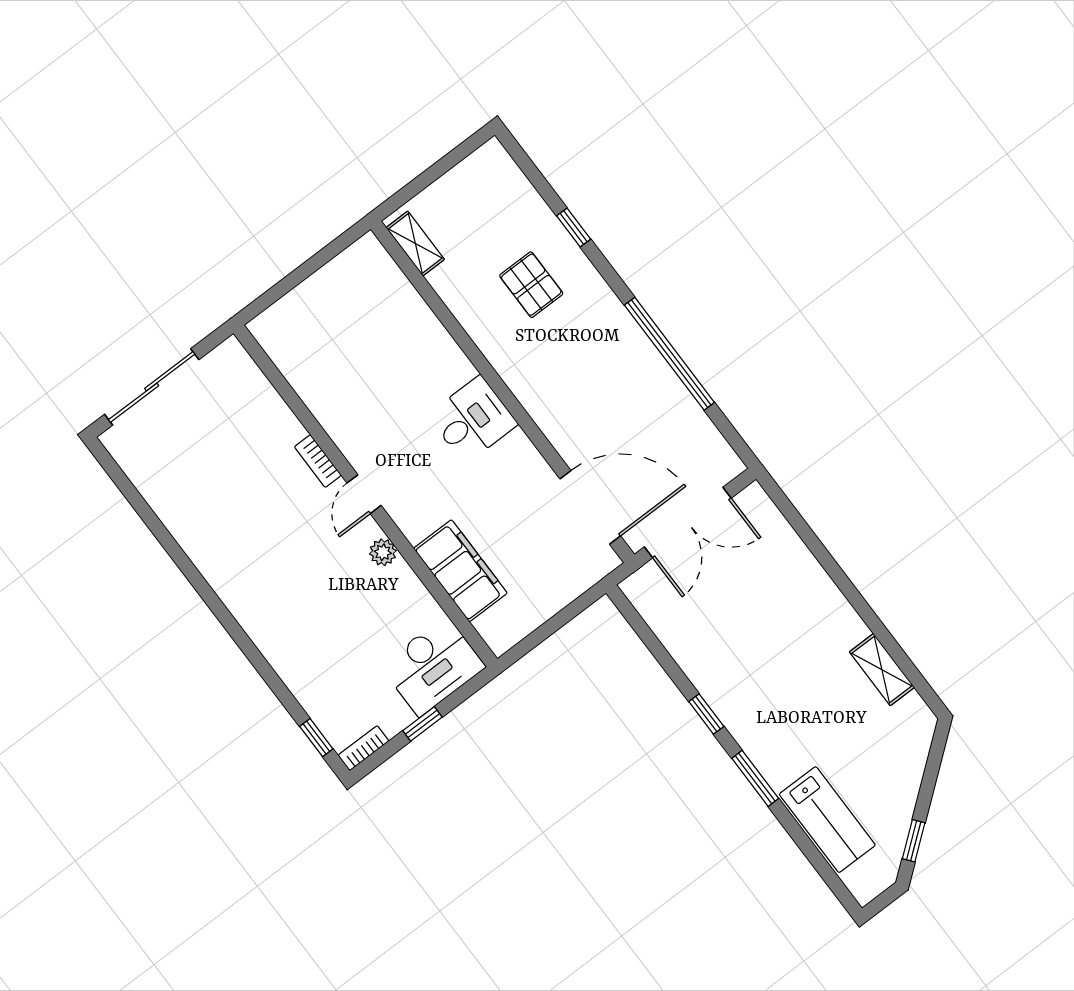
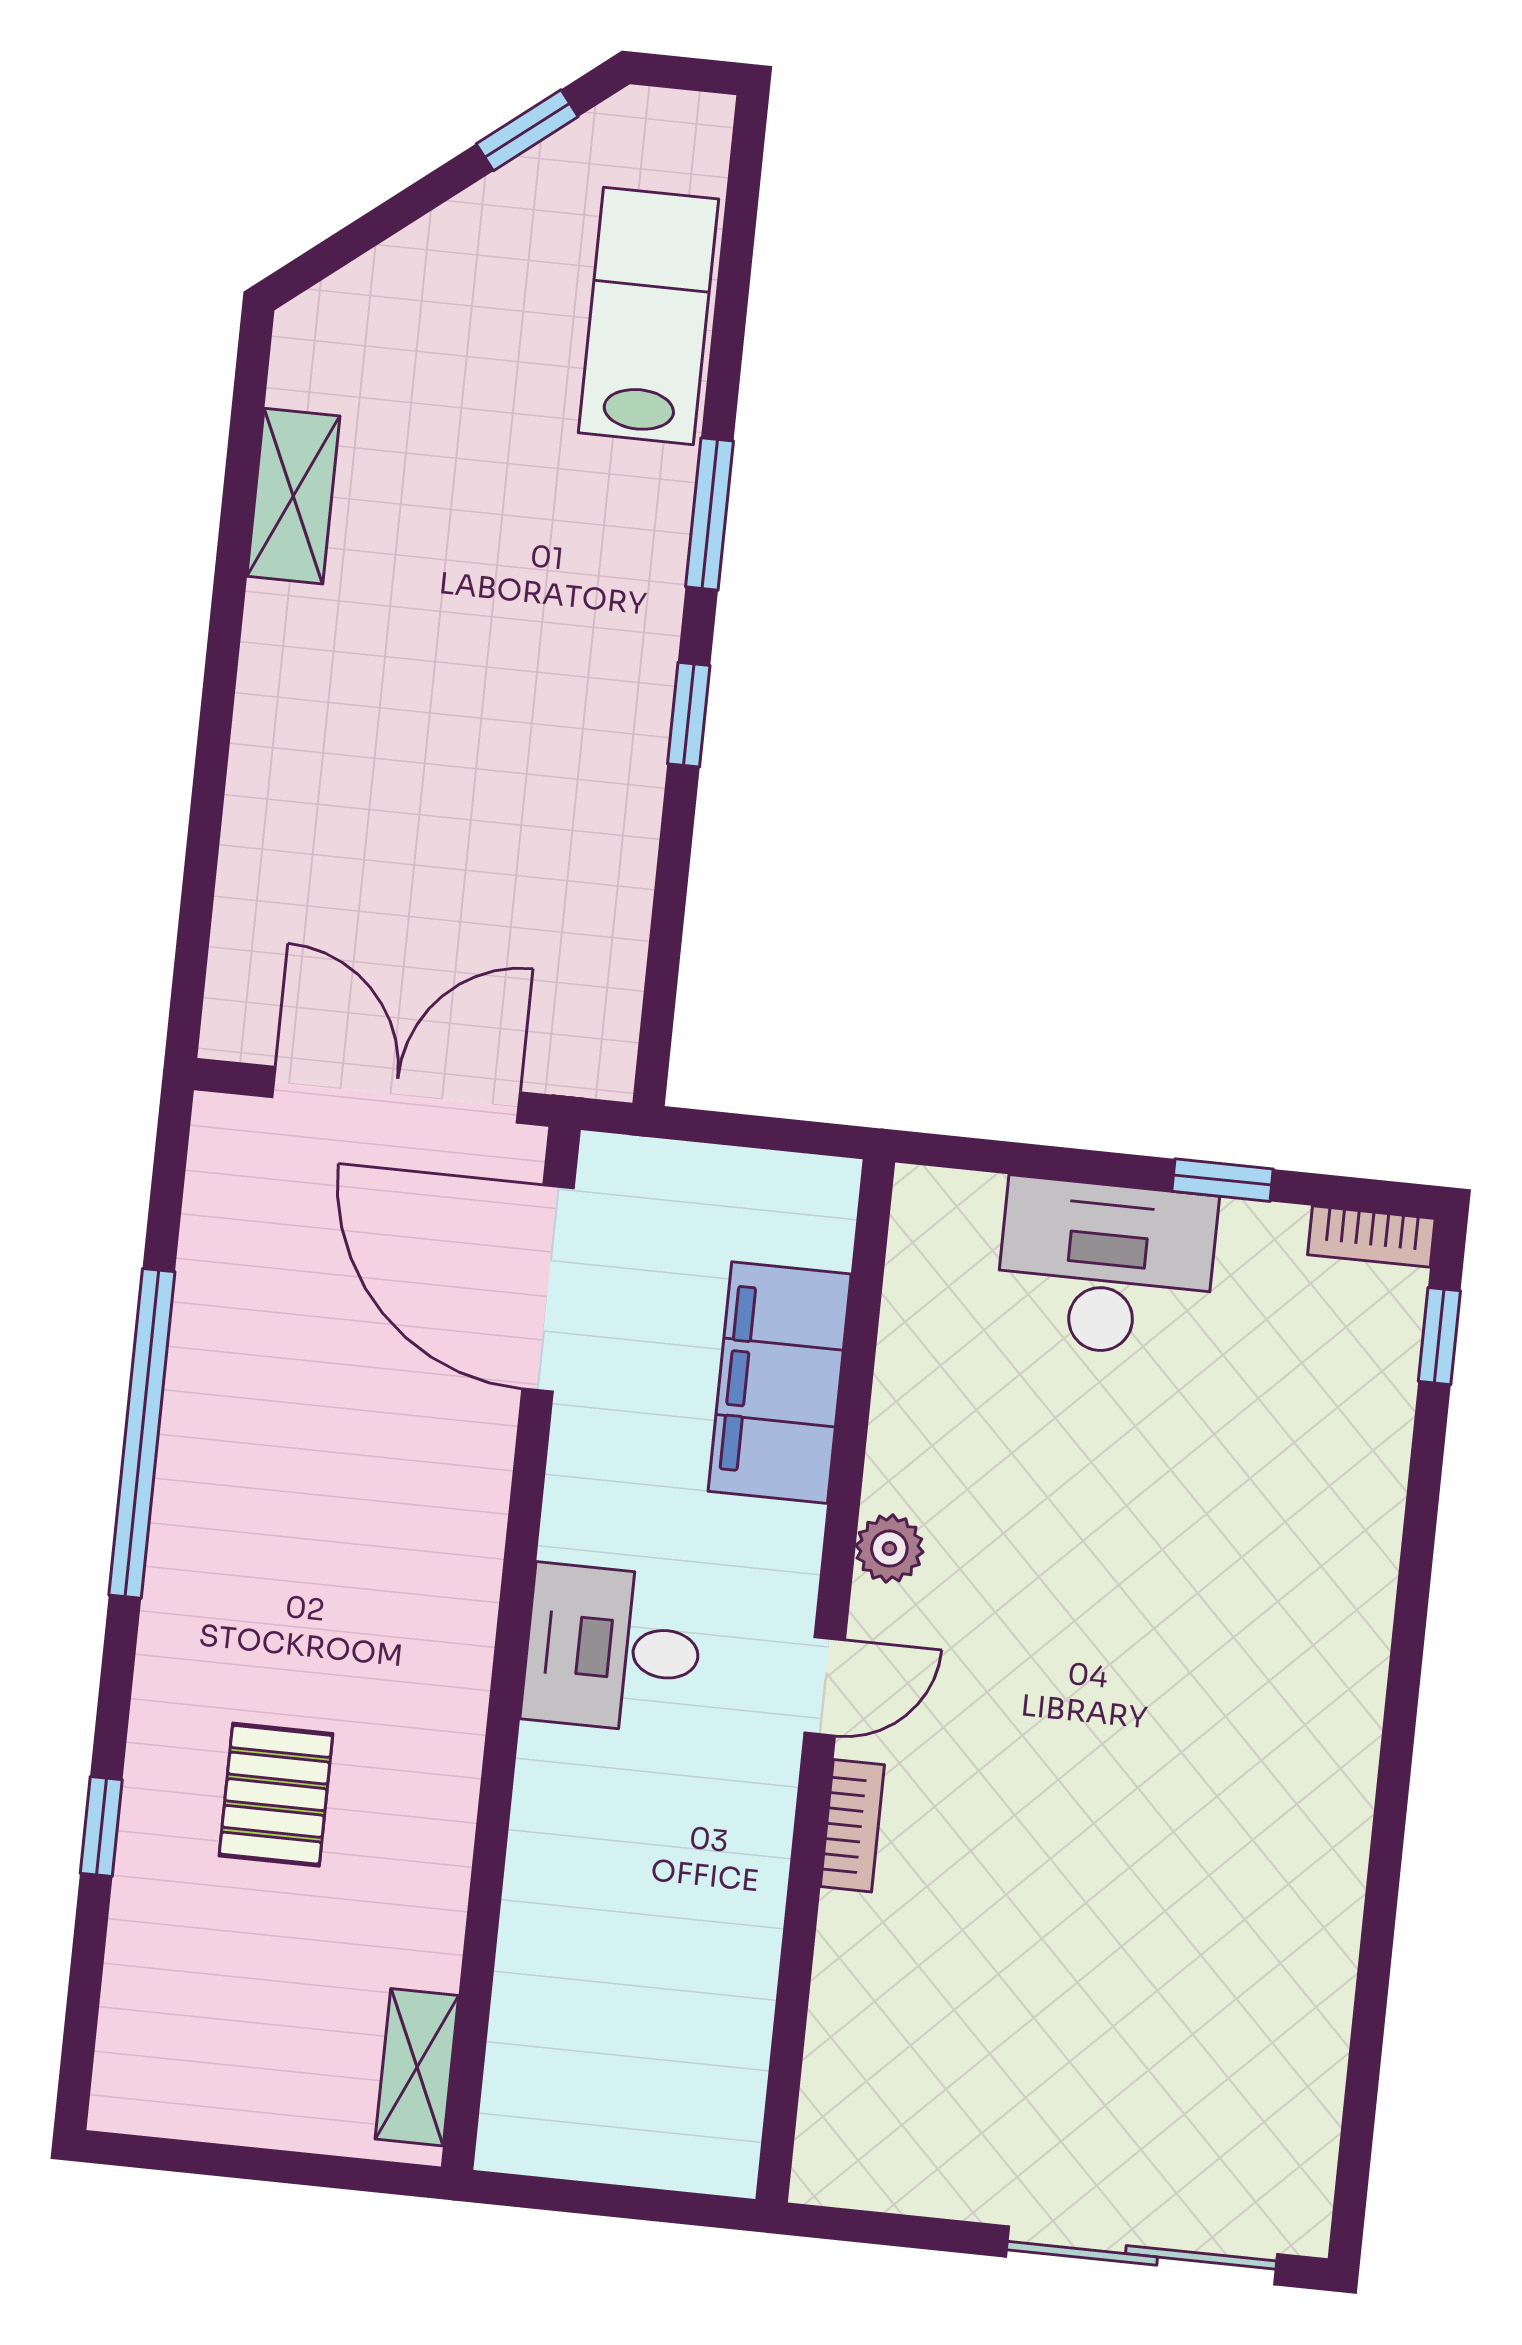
bookcase: (318, 461) -> (852, 1826), moved
door: (364, 494) -> (825, 1686), moved
wall: (365, 496) -> (825, 1681), moved
plant: (383, 552) -> (889, 1549), moved
filing cabinet: (460, 571) -> (780, 1383), moved

